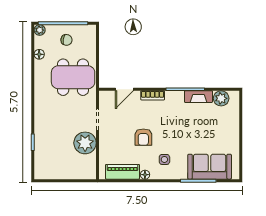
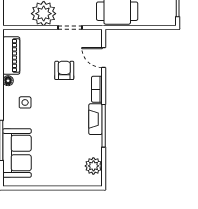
fireplace: (198, 97) -> (95, 119), moved
armchair: (143, 137) -> (64, 70), moved, turned 90

